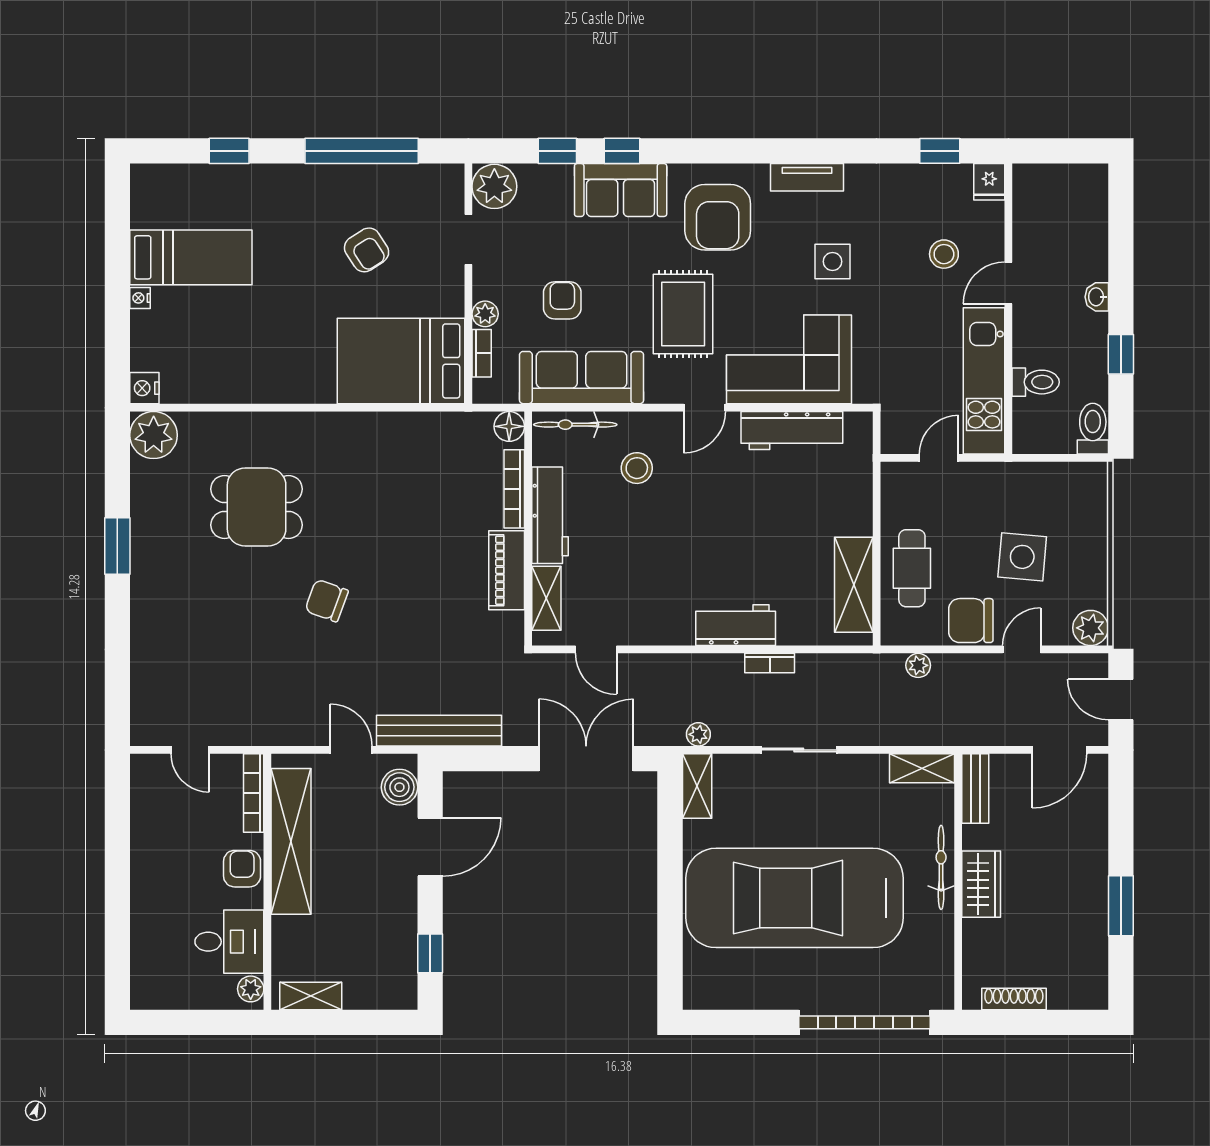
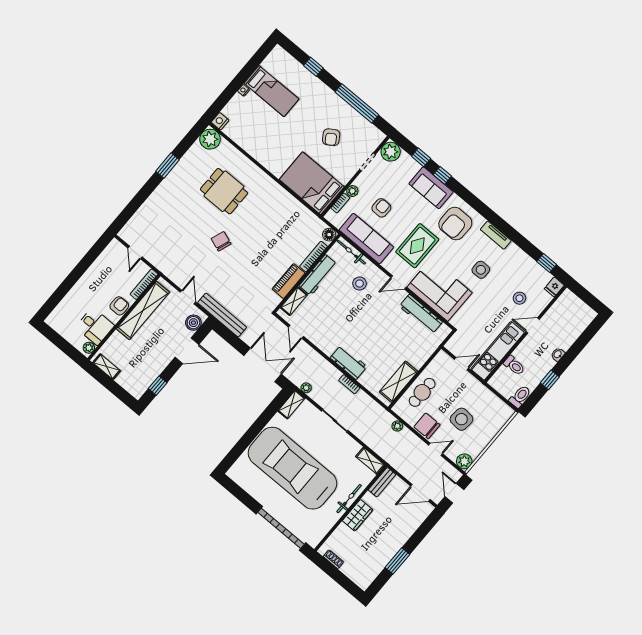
shoe rack: (1014, 999) -> (333, 559), width x0.70

